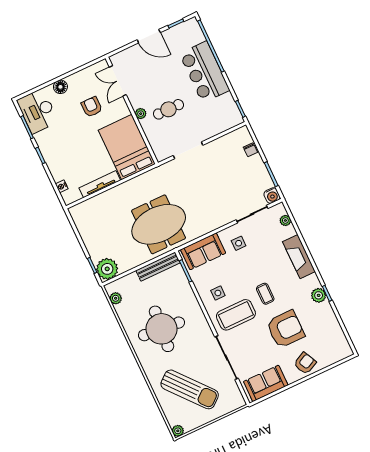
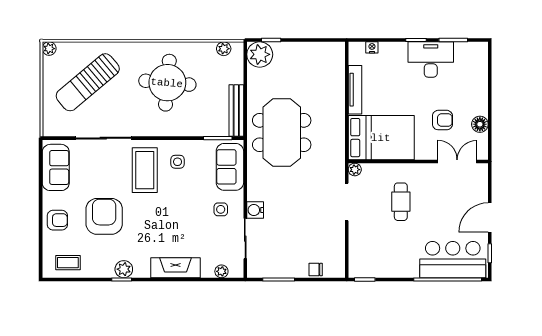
bar counter: (205, 72) -> (453, 260), moved
floor lamp: (60, 87) -> (480, 124), moved
desk: (38, 111) -> (431, 59), moved
plant: (141, 114) -> (355, 170), moved
water cooler: (272, 196) -> (255, 210), moved
coffee table: (265, 294) -> (68, 263), moved
armchair: (286, 329) -> (104, 216), turned 180
armchair: (305, 363) -> (57, 220), turned -64

